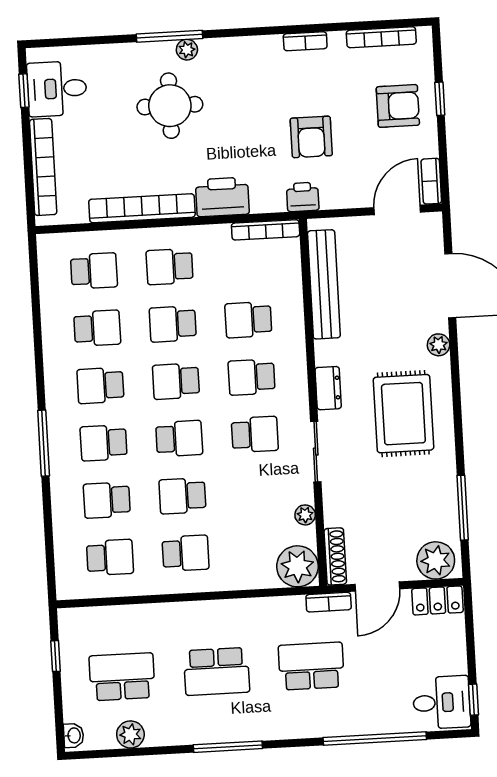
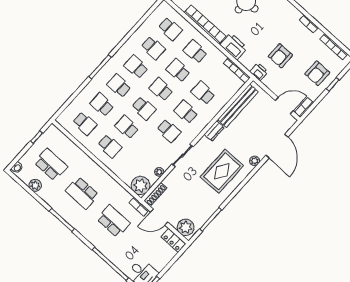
armchair: (398, 106) -> (317, 73), turned 90
dresser: (328, 388) -> (214, 131), moved

